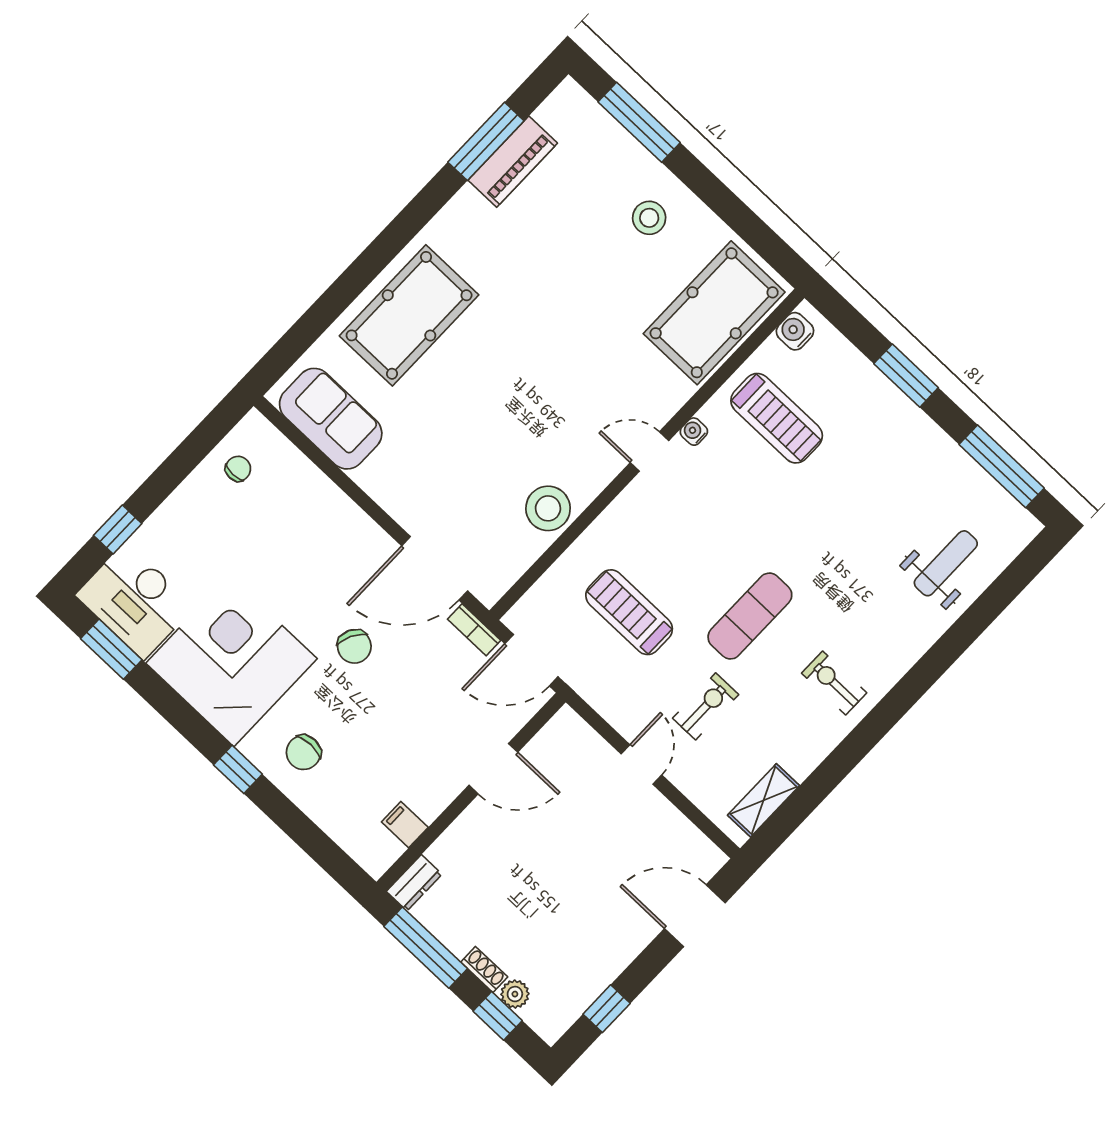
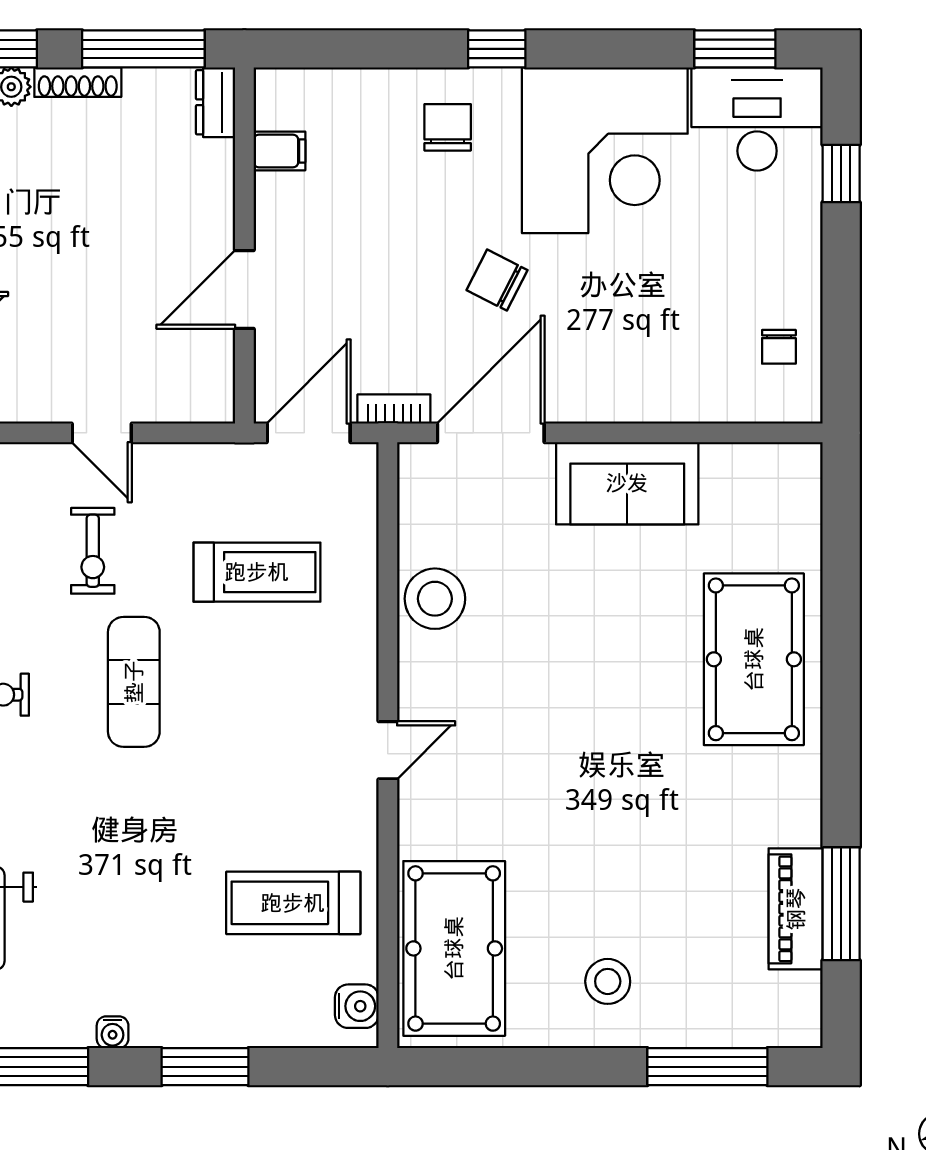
sofa: (331, 419) -> (627, 483), moved
water cooler: (694, 432) -> (113, 1032), moved, turned 90
shoe rack: (484, 970) -> (78, 82), width x1.43

